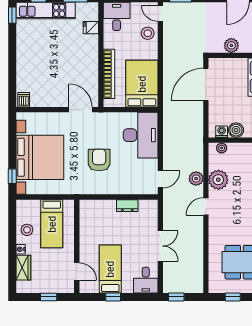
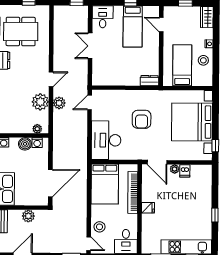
window: (12, 15) -> (215, 215), moved
fridge: (91, 28) -> (148, 208), moved
dishwasher: (24, 100) -> (185, 171), moved
plant: (60, 102) -> (175, 169), added
window: (12, 176) -> (215, 146), moved
dresser: (127, 206) -> (150, 81), moved
wardrobe: (23, 268) -> (207, 17), moved

